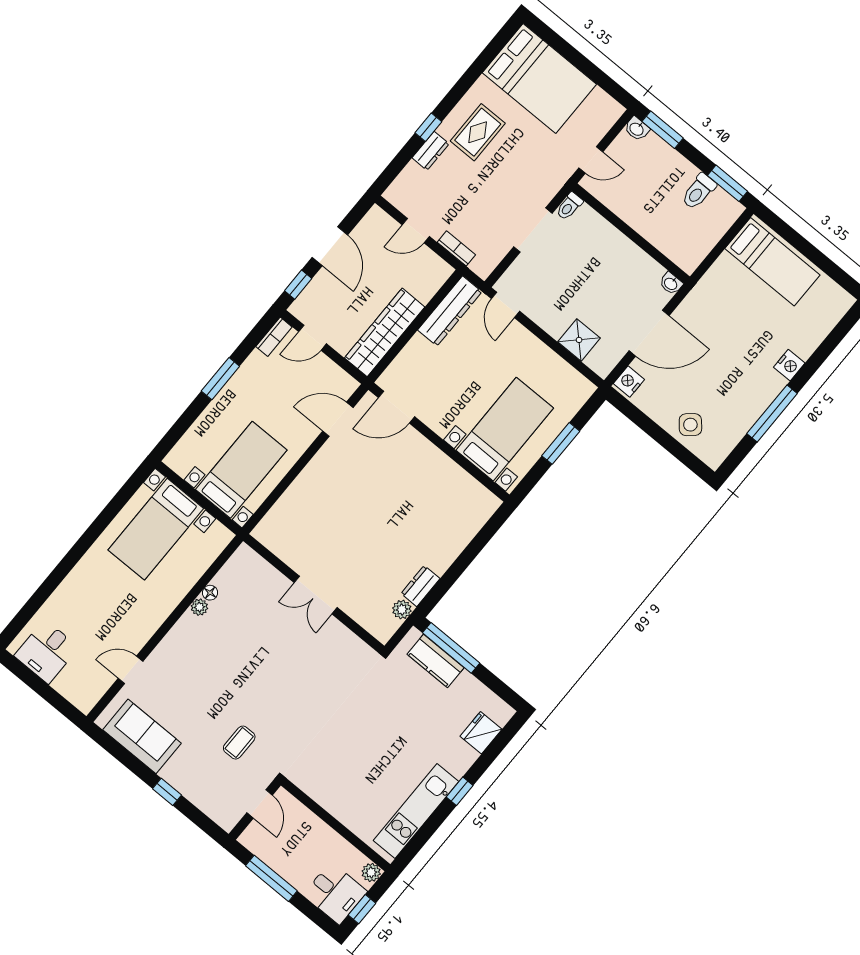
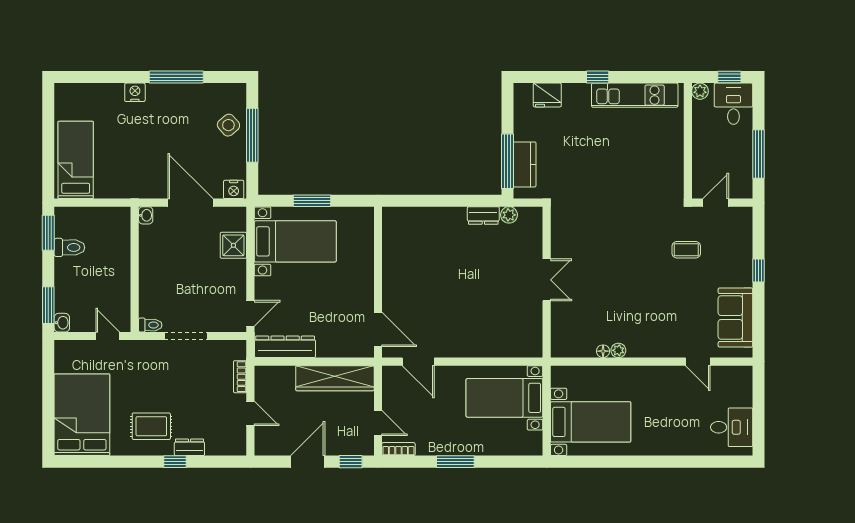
bed with nightstands: (505, 429) -> (295, 241), moved, turned 180
window: (664, 439) -> (252, 135), added

